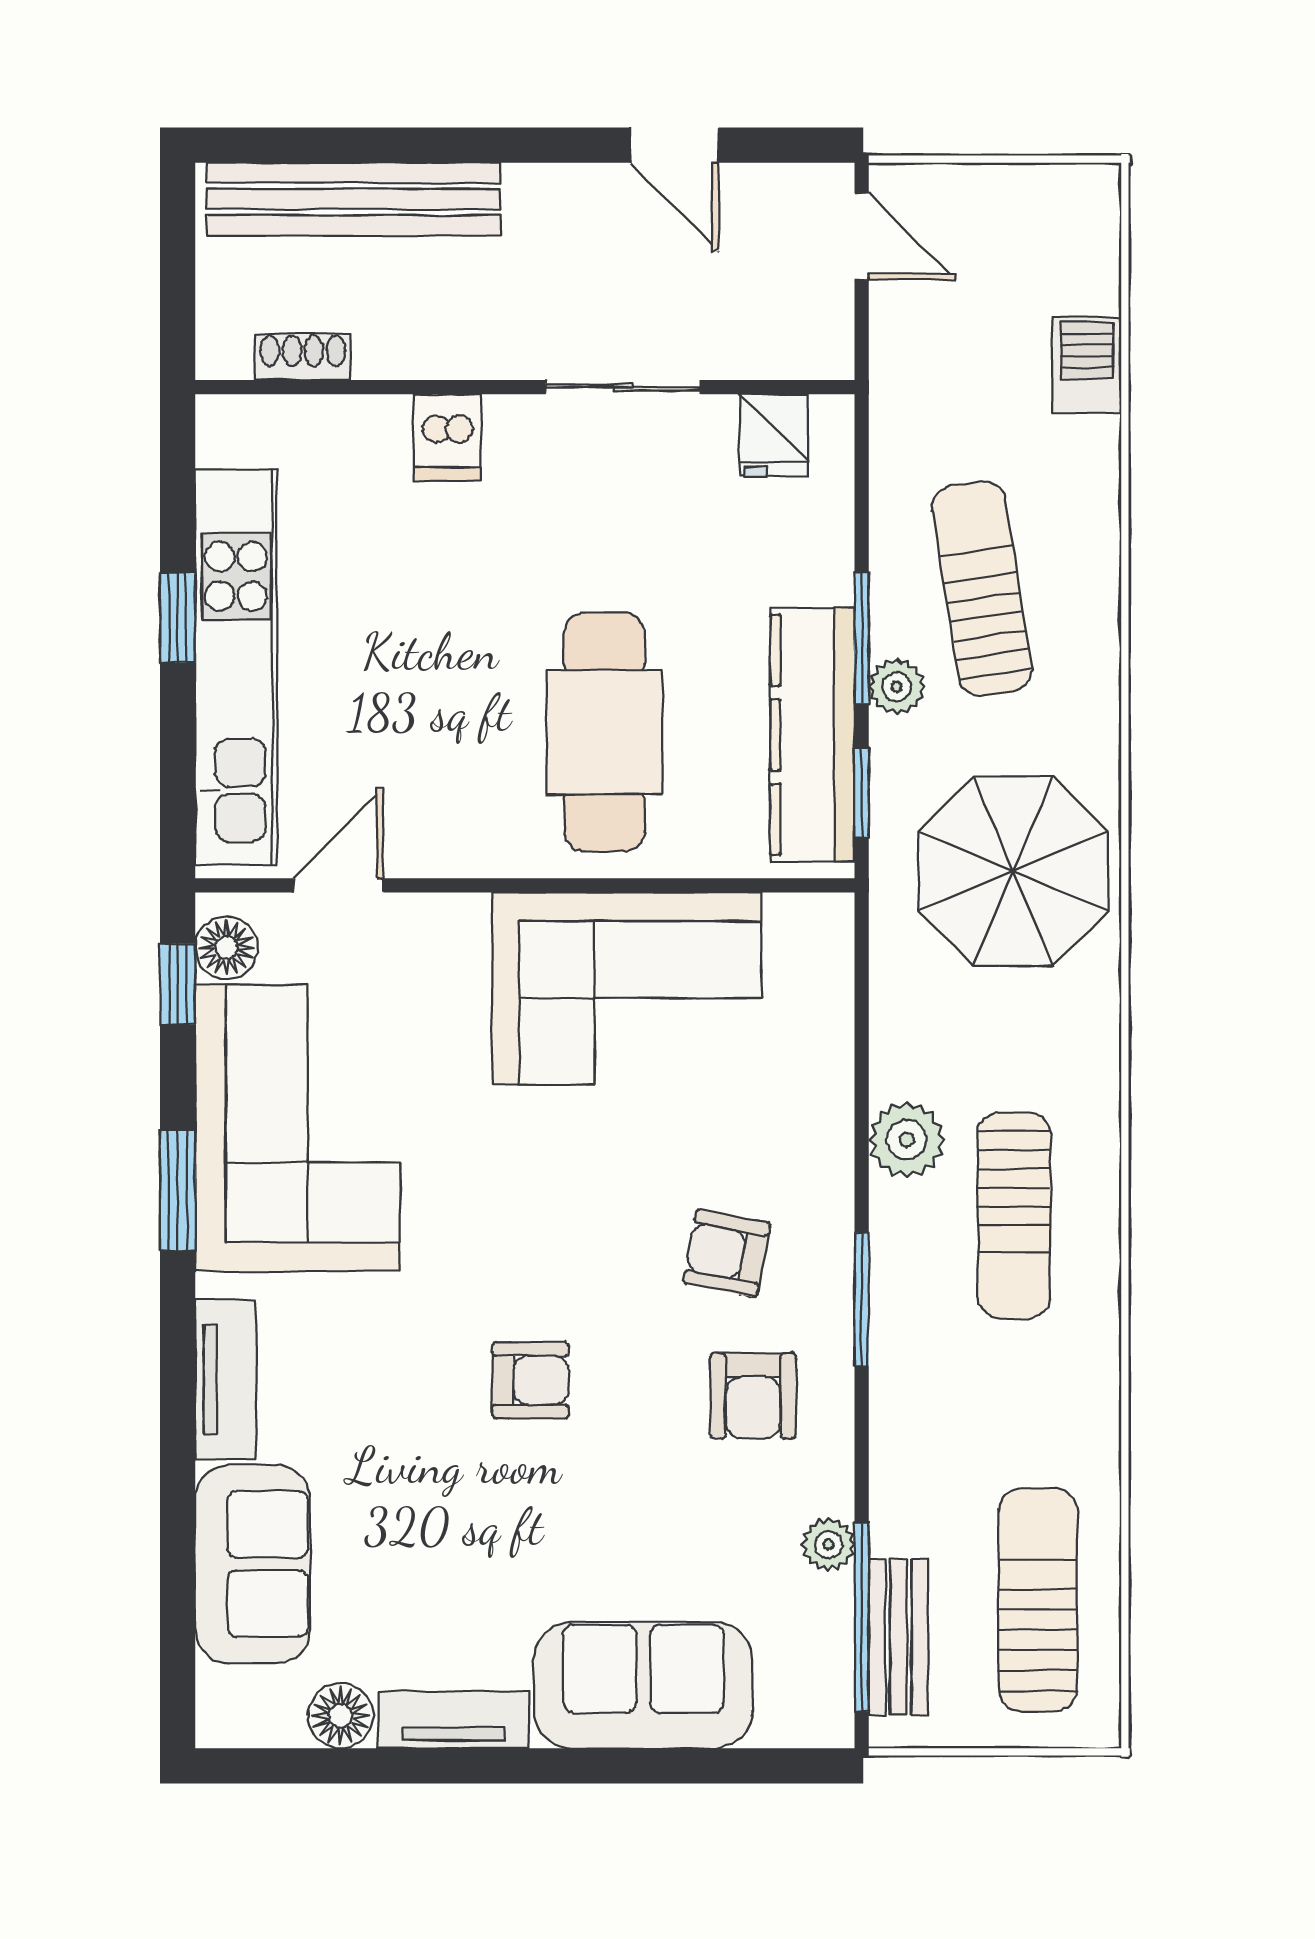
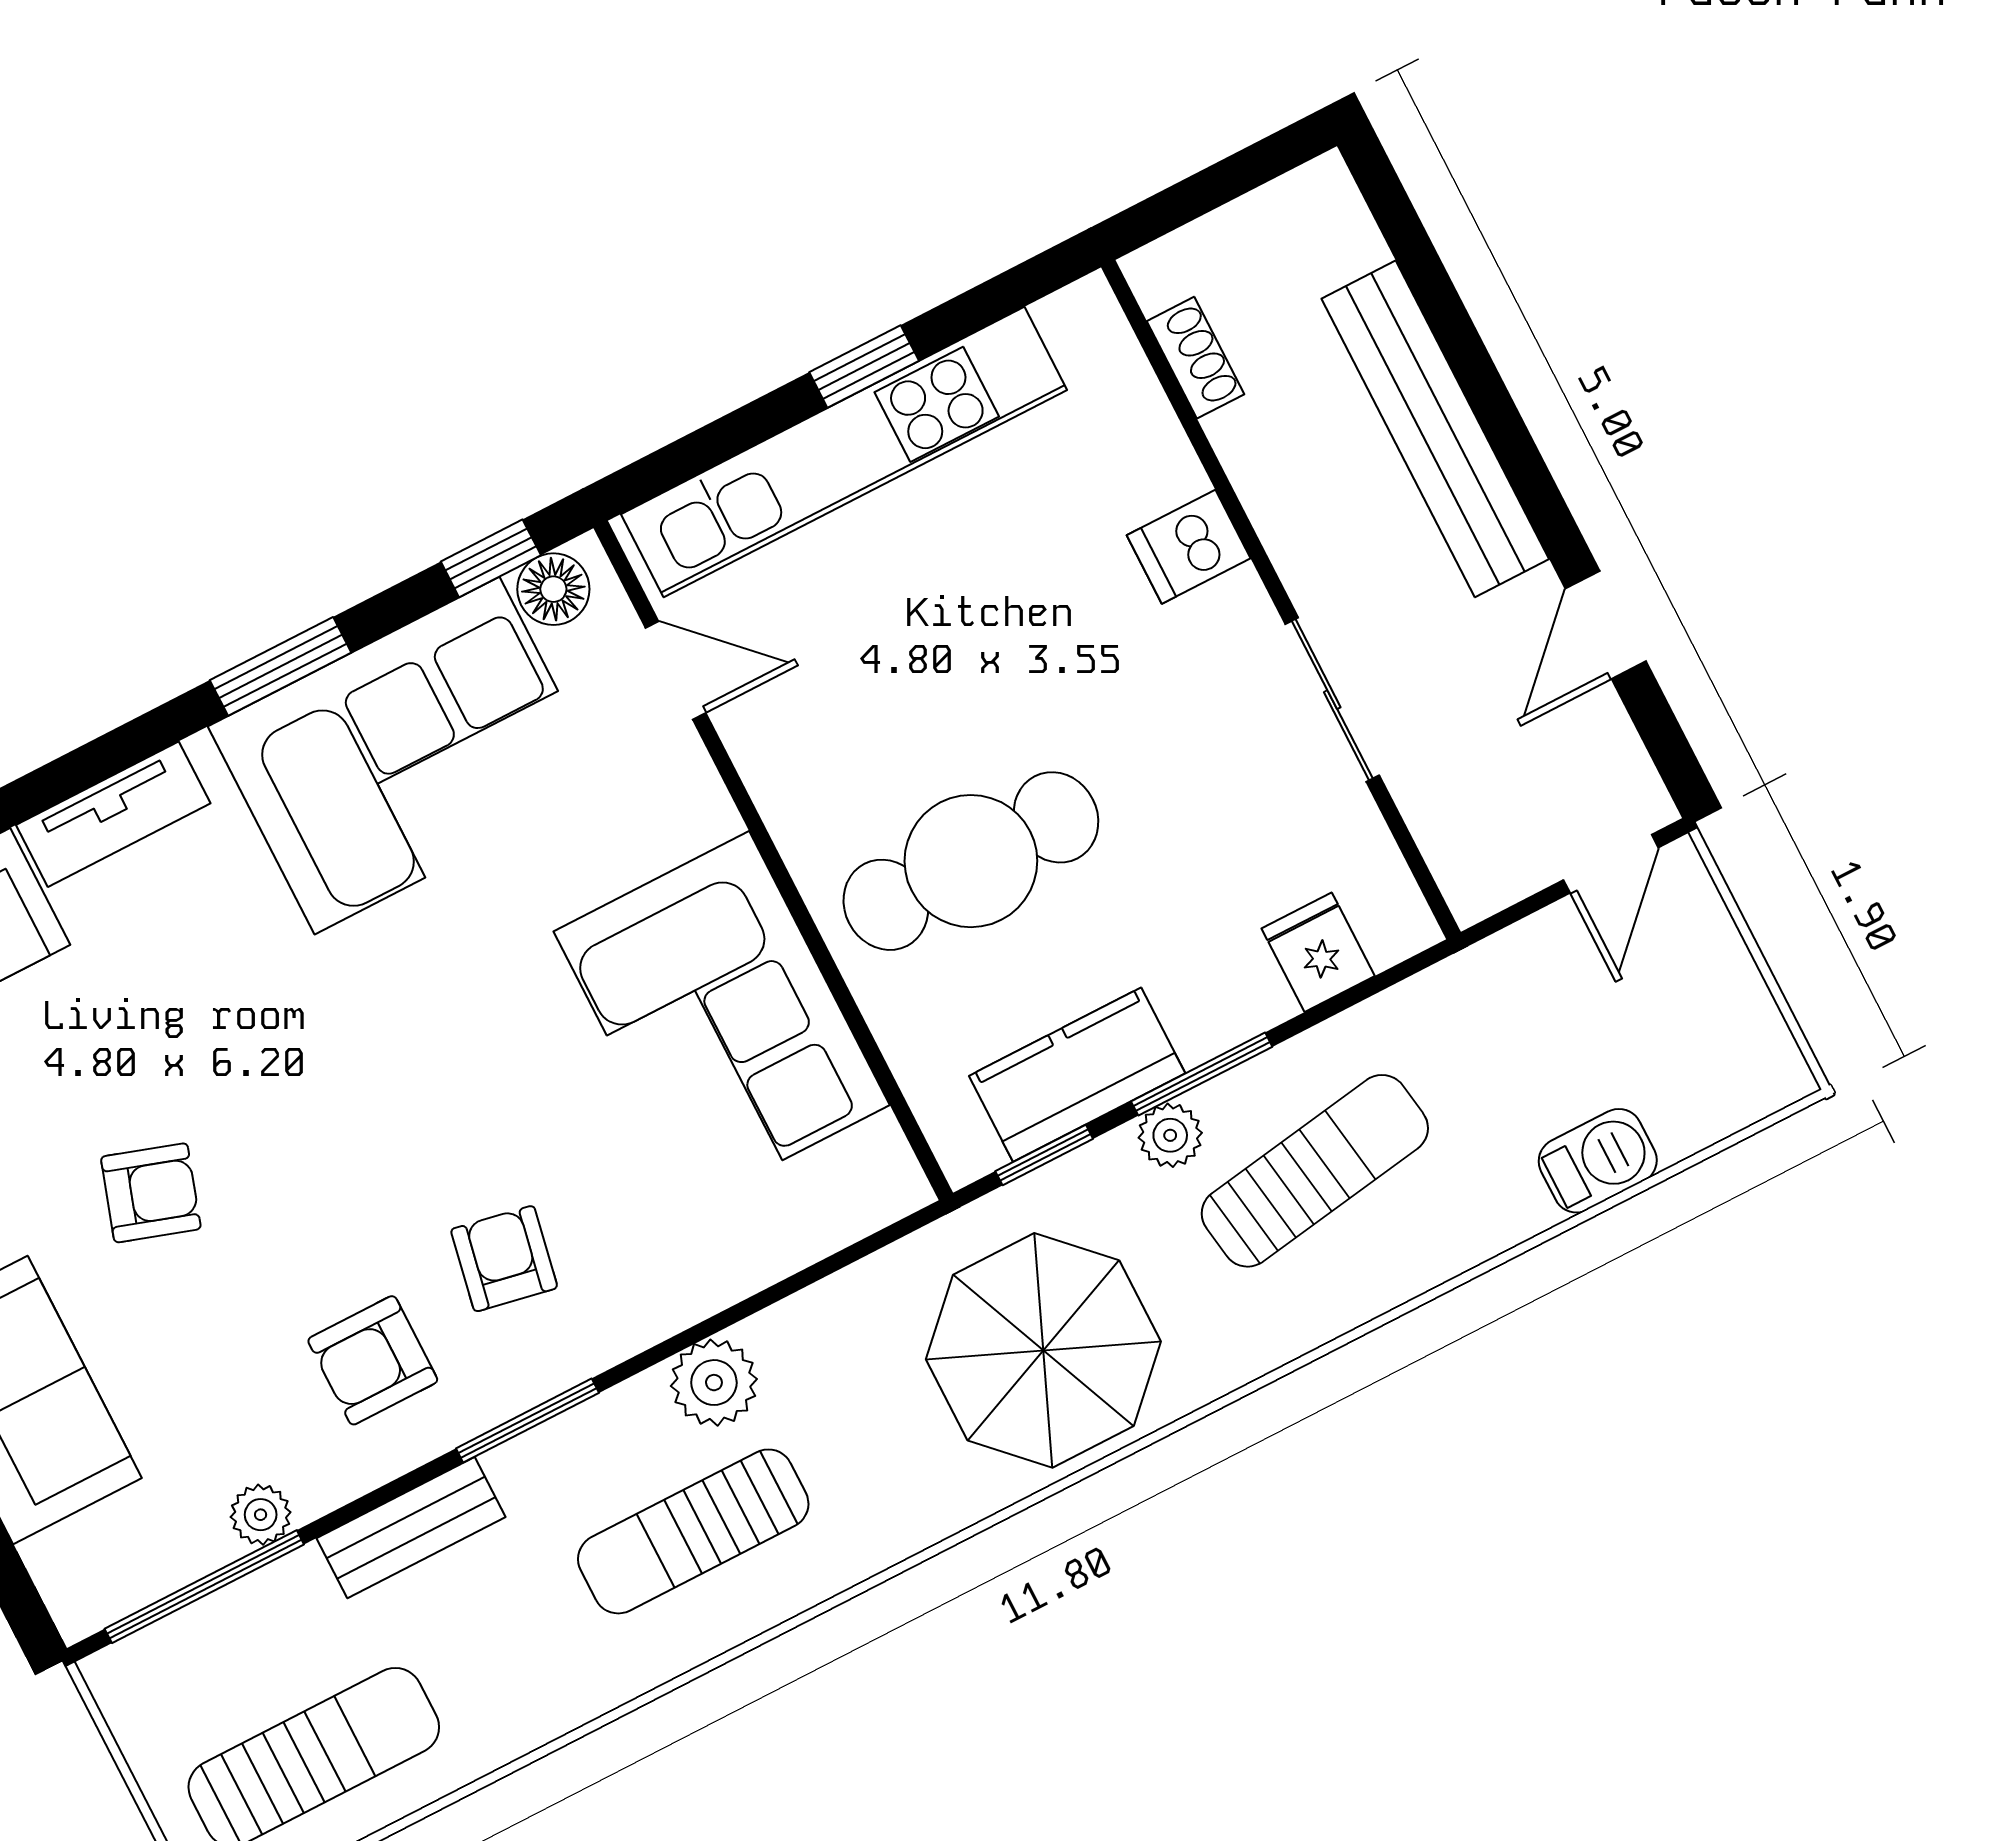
bench: (354, 199) -> (1435, 429), moved
fridge: (774, 435) -> (1318, 952), moved, turned 90
kitchen counter: (812, 735) -> (1077, 1075), width x0.67
armchair: (530, 1380) -> (151, 1193), moved, turned -72
bench: (898, 1637) -> (411, 1528), moved

